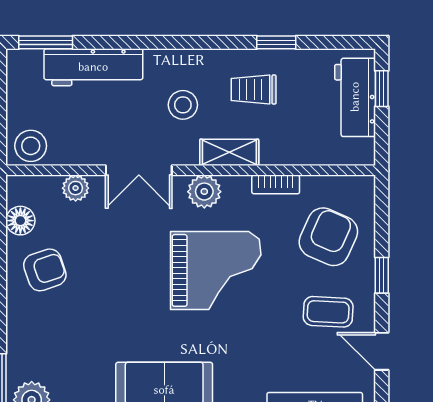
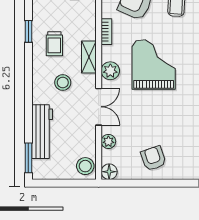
floor lamp: (20, 221) -> (109, 172), moved

